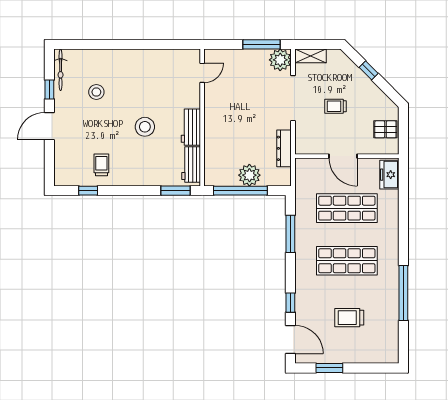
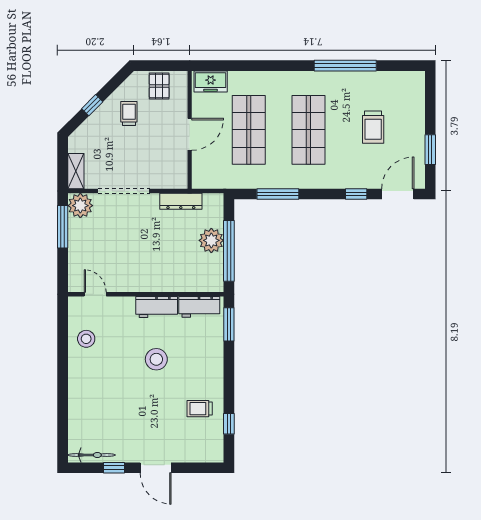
stool: (96, 92) -> (86, 339), moved
trolley: (335, 106) -> (129, 113), moved, turned 180

